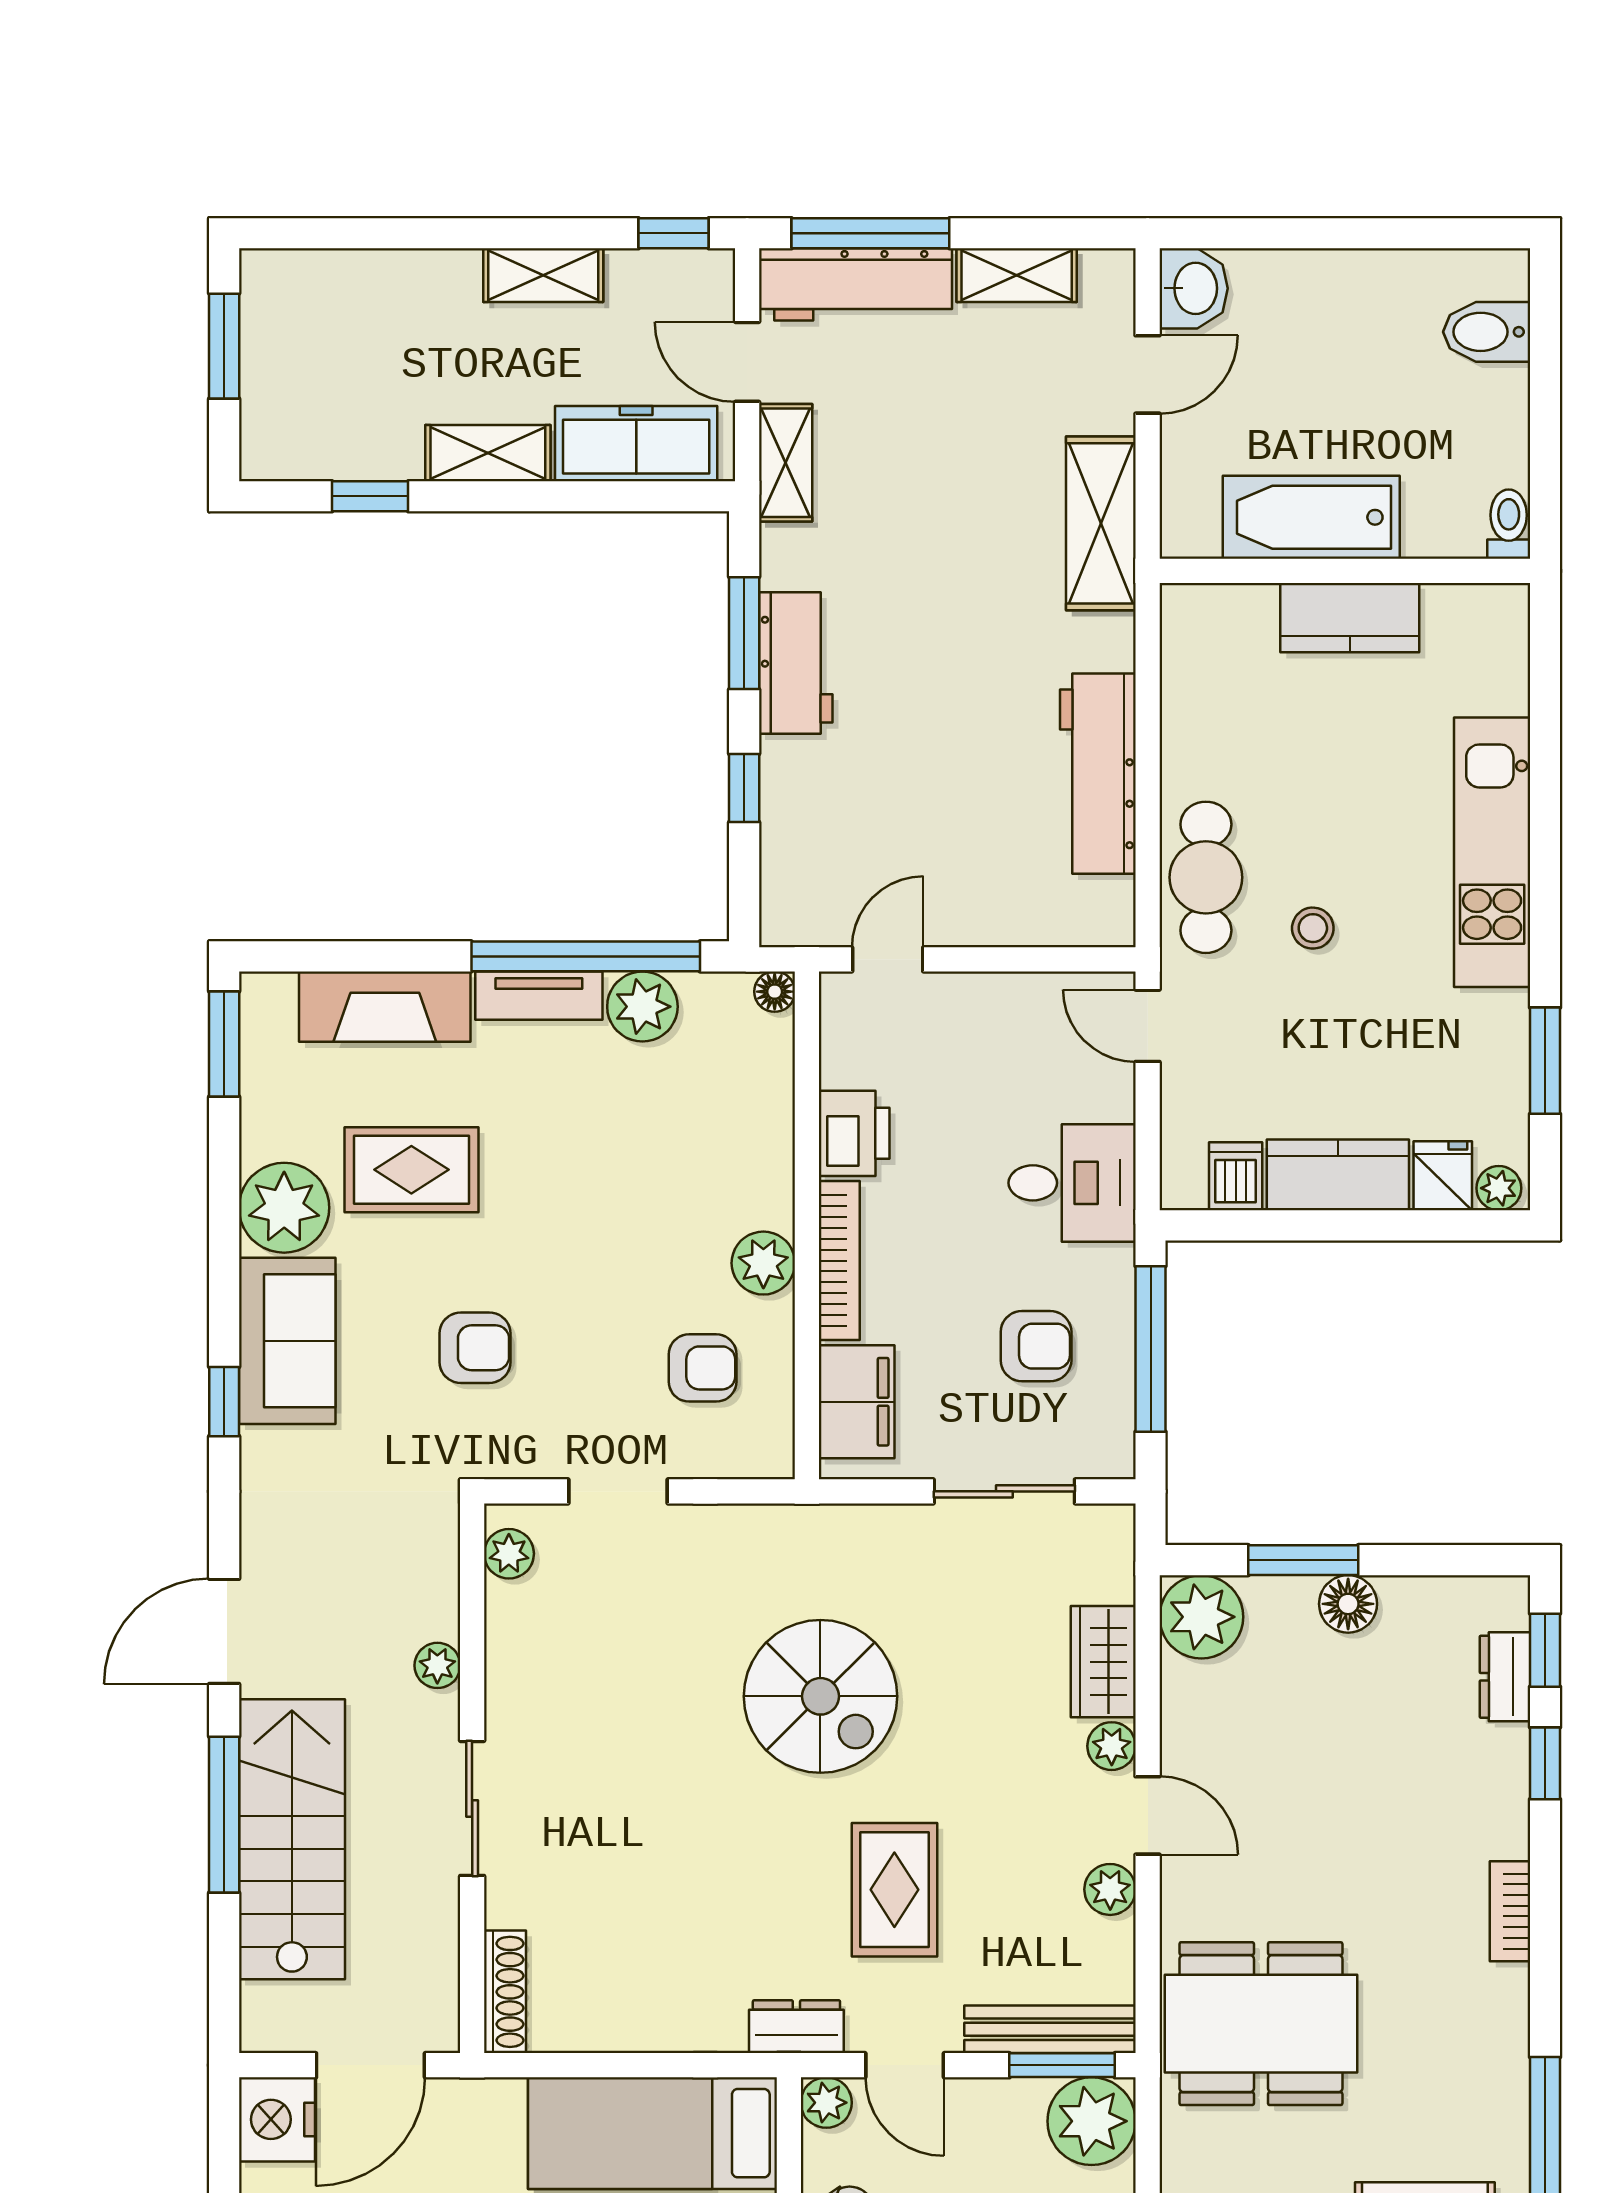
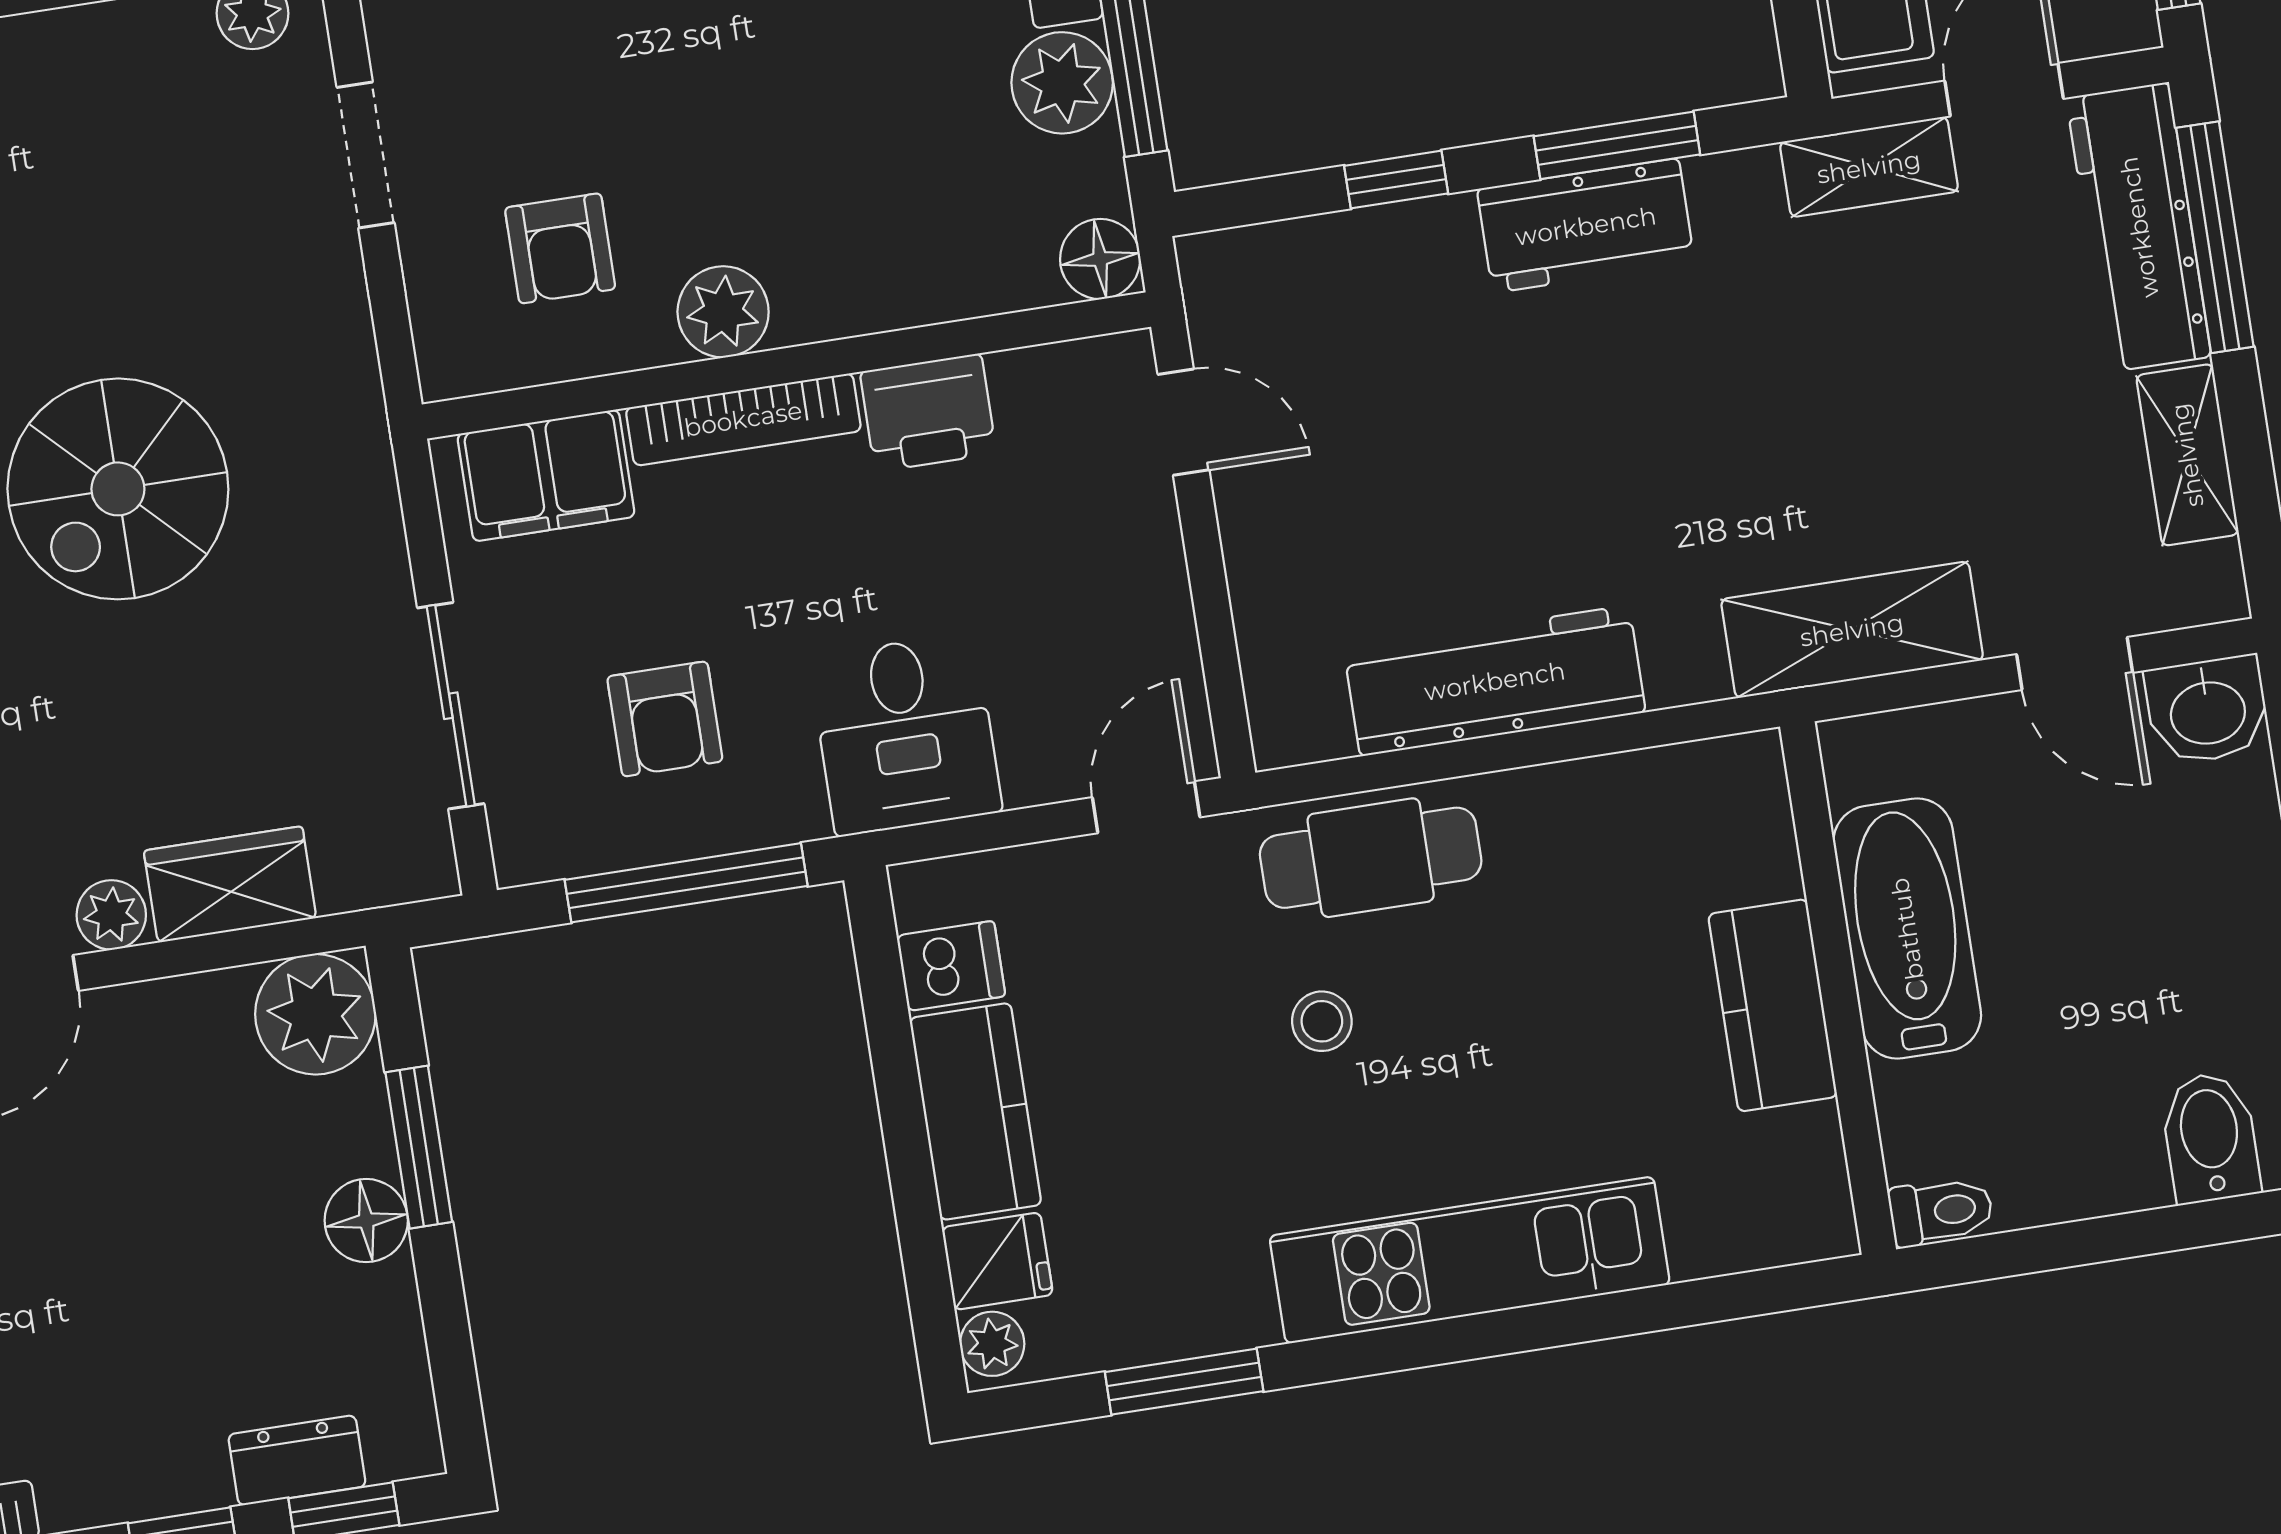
floor lamp: (775, 992) -> (1100, 259), width x1.37, depth x1.37

